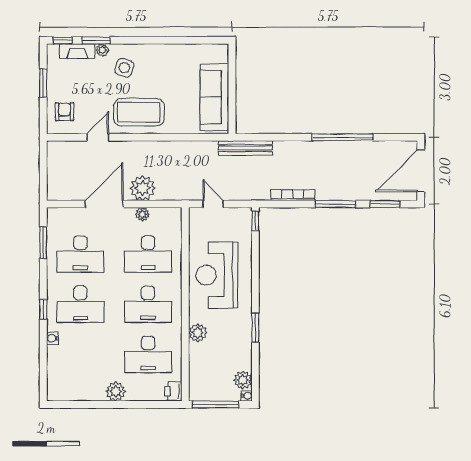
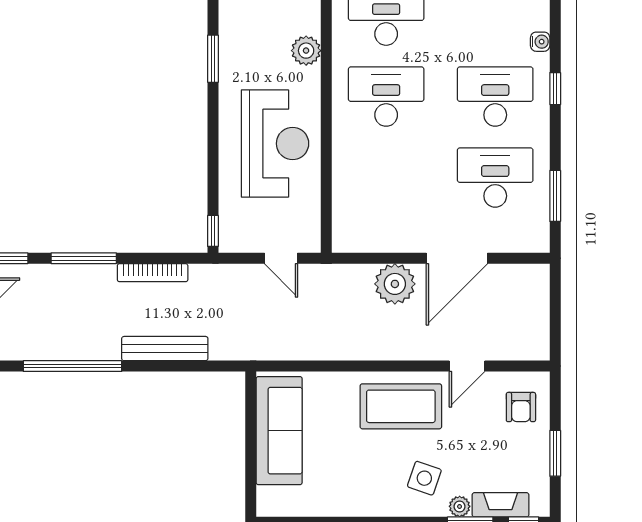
bench: (245, 148) -> (165, 349), moved
plant: (142, 214) -> (395, 242), removed
desk: (148, 254) -> (386, 178), removed

